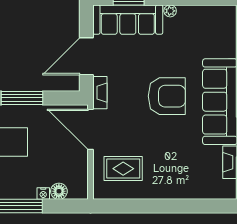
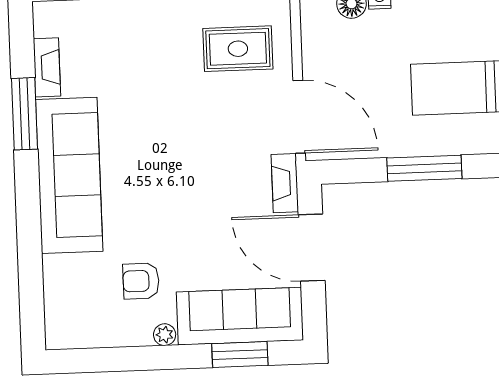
door: (86, 56) -> (312, 248), swing flipped
armchair: (167, 96) -> (141, 281), moved, width x0.53, depth x0.53

